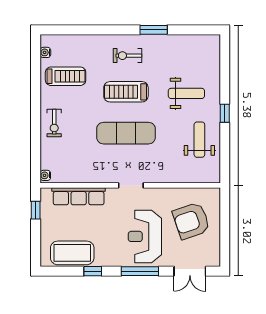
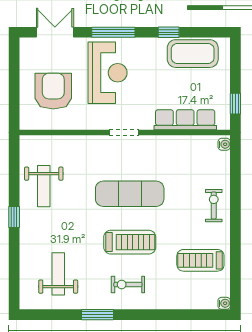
water cooler: (45, 52) -> (224, 303), moved
exercise bike: (128, 56) -> (128, 284), turned 180
weight bench: (186, 93) -> (58, 274), moved, turned 90
armchair: (191, 221) -> (53, 91), turned -71

